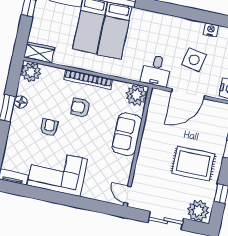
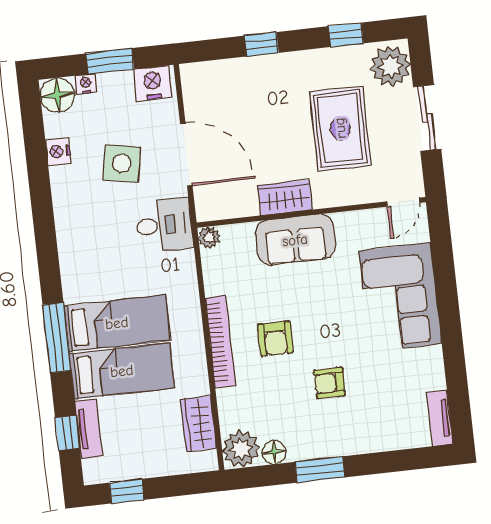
wardrobe: (39, 52) -> (198, 424), moved
plant: (136, 95) -> (209, 237), width x0.53, depth x0.53
floor lamp: (21, 102) -> (274, 452), moved
wardrobe: (150, 136) -> (285, 198), added
rug: (193, 164) -> (340, 128), moved
corner sofa: (57, 172) -> (400, 297), moved

